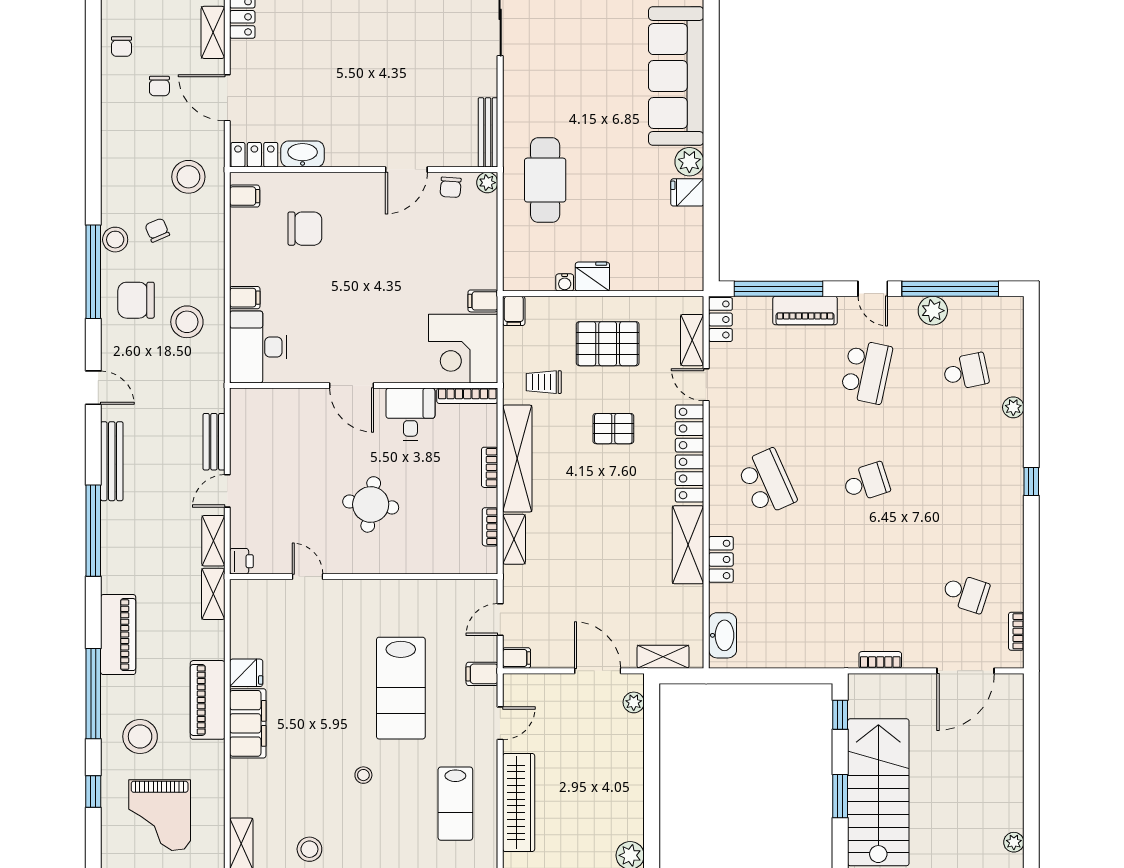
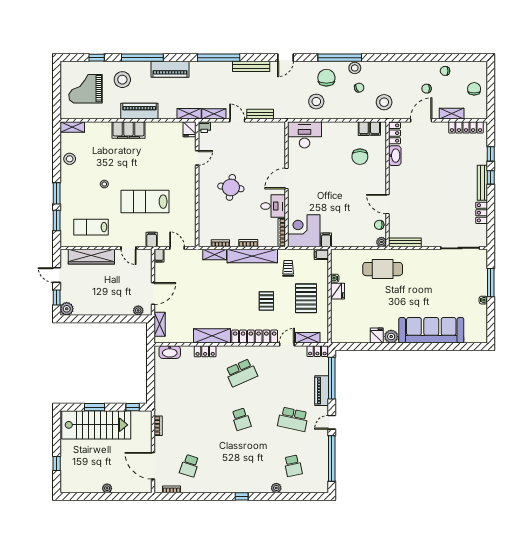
filing cabinet: (245, 298) -> (364, 129), moved
plant: (933, 311) -> (321, 450), removed
fridge: (246, 673) -> (190, 129), moved
plant: (1014, 842) -> (107, 488), moved

